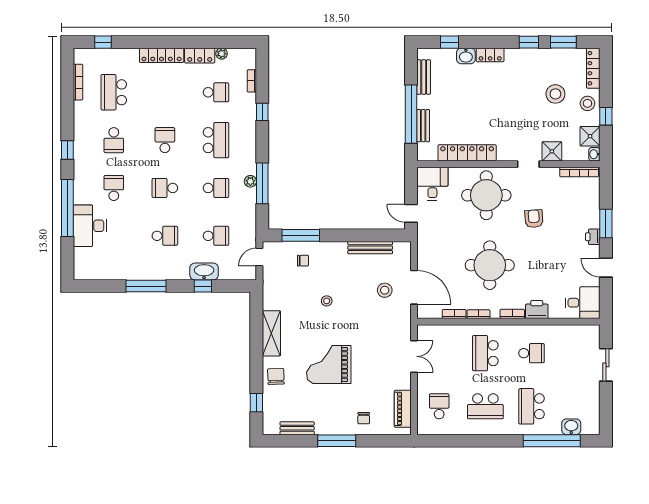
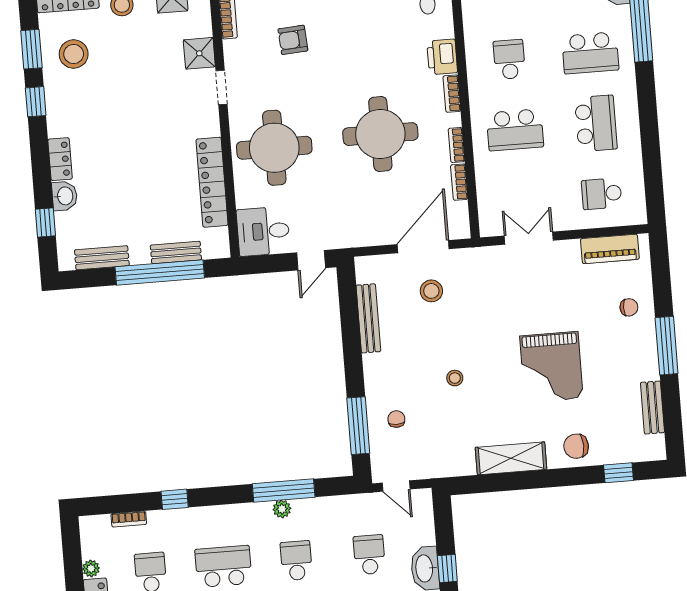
stool: (555, 94) -> (74, 54), moved
armchair: (534, 219) -> (293, 40), moved

